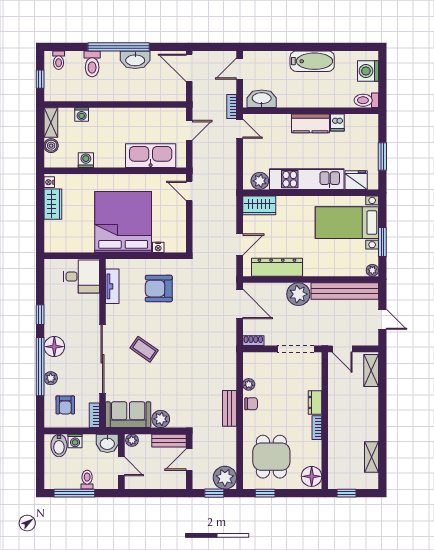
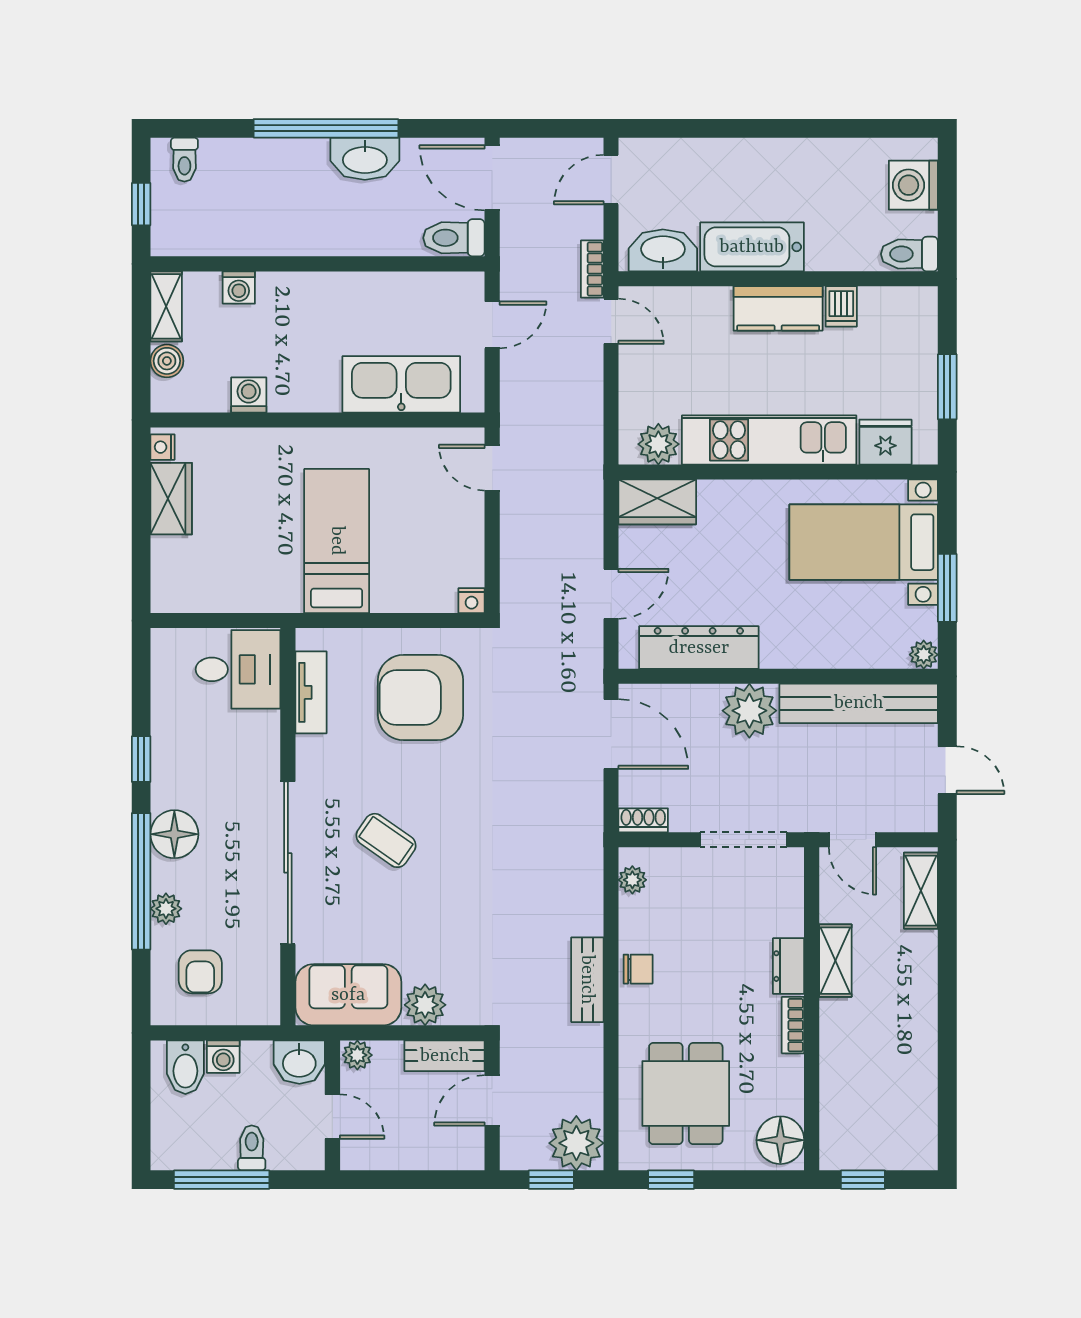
bathtub: (312, 61) -> (752, 247), moved, turned 180
toilet: (92, 64) -> (454, 238), moved, turned 90
bed: (123, 222) -> (337, 541), width x0.49
nightstand: (158, 247) -> (472, 601), moved
armchair: (159, 289) -> (420, 698), width x1.36, depth x1.36
plant: (249, 384) -> (632, 880), moved
bookcase: (94, 415) -> (269, 996), removed
shelving: (372, 457) -> (835, 961), moved

